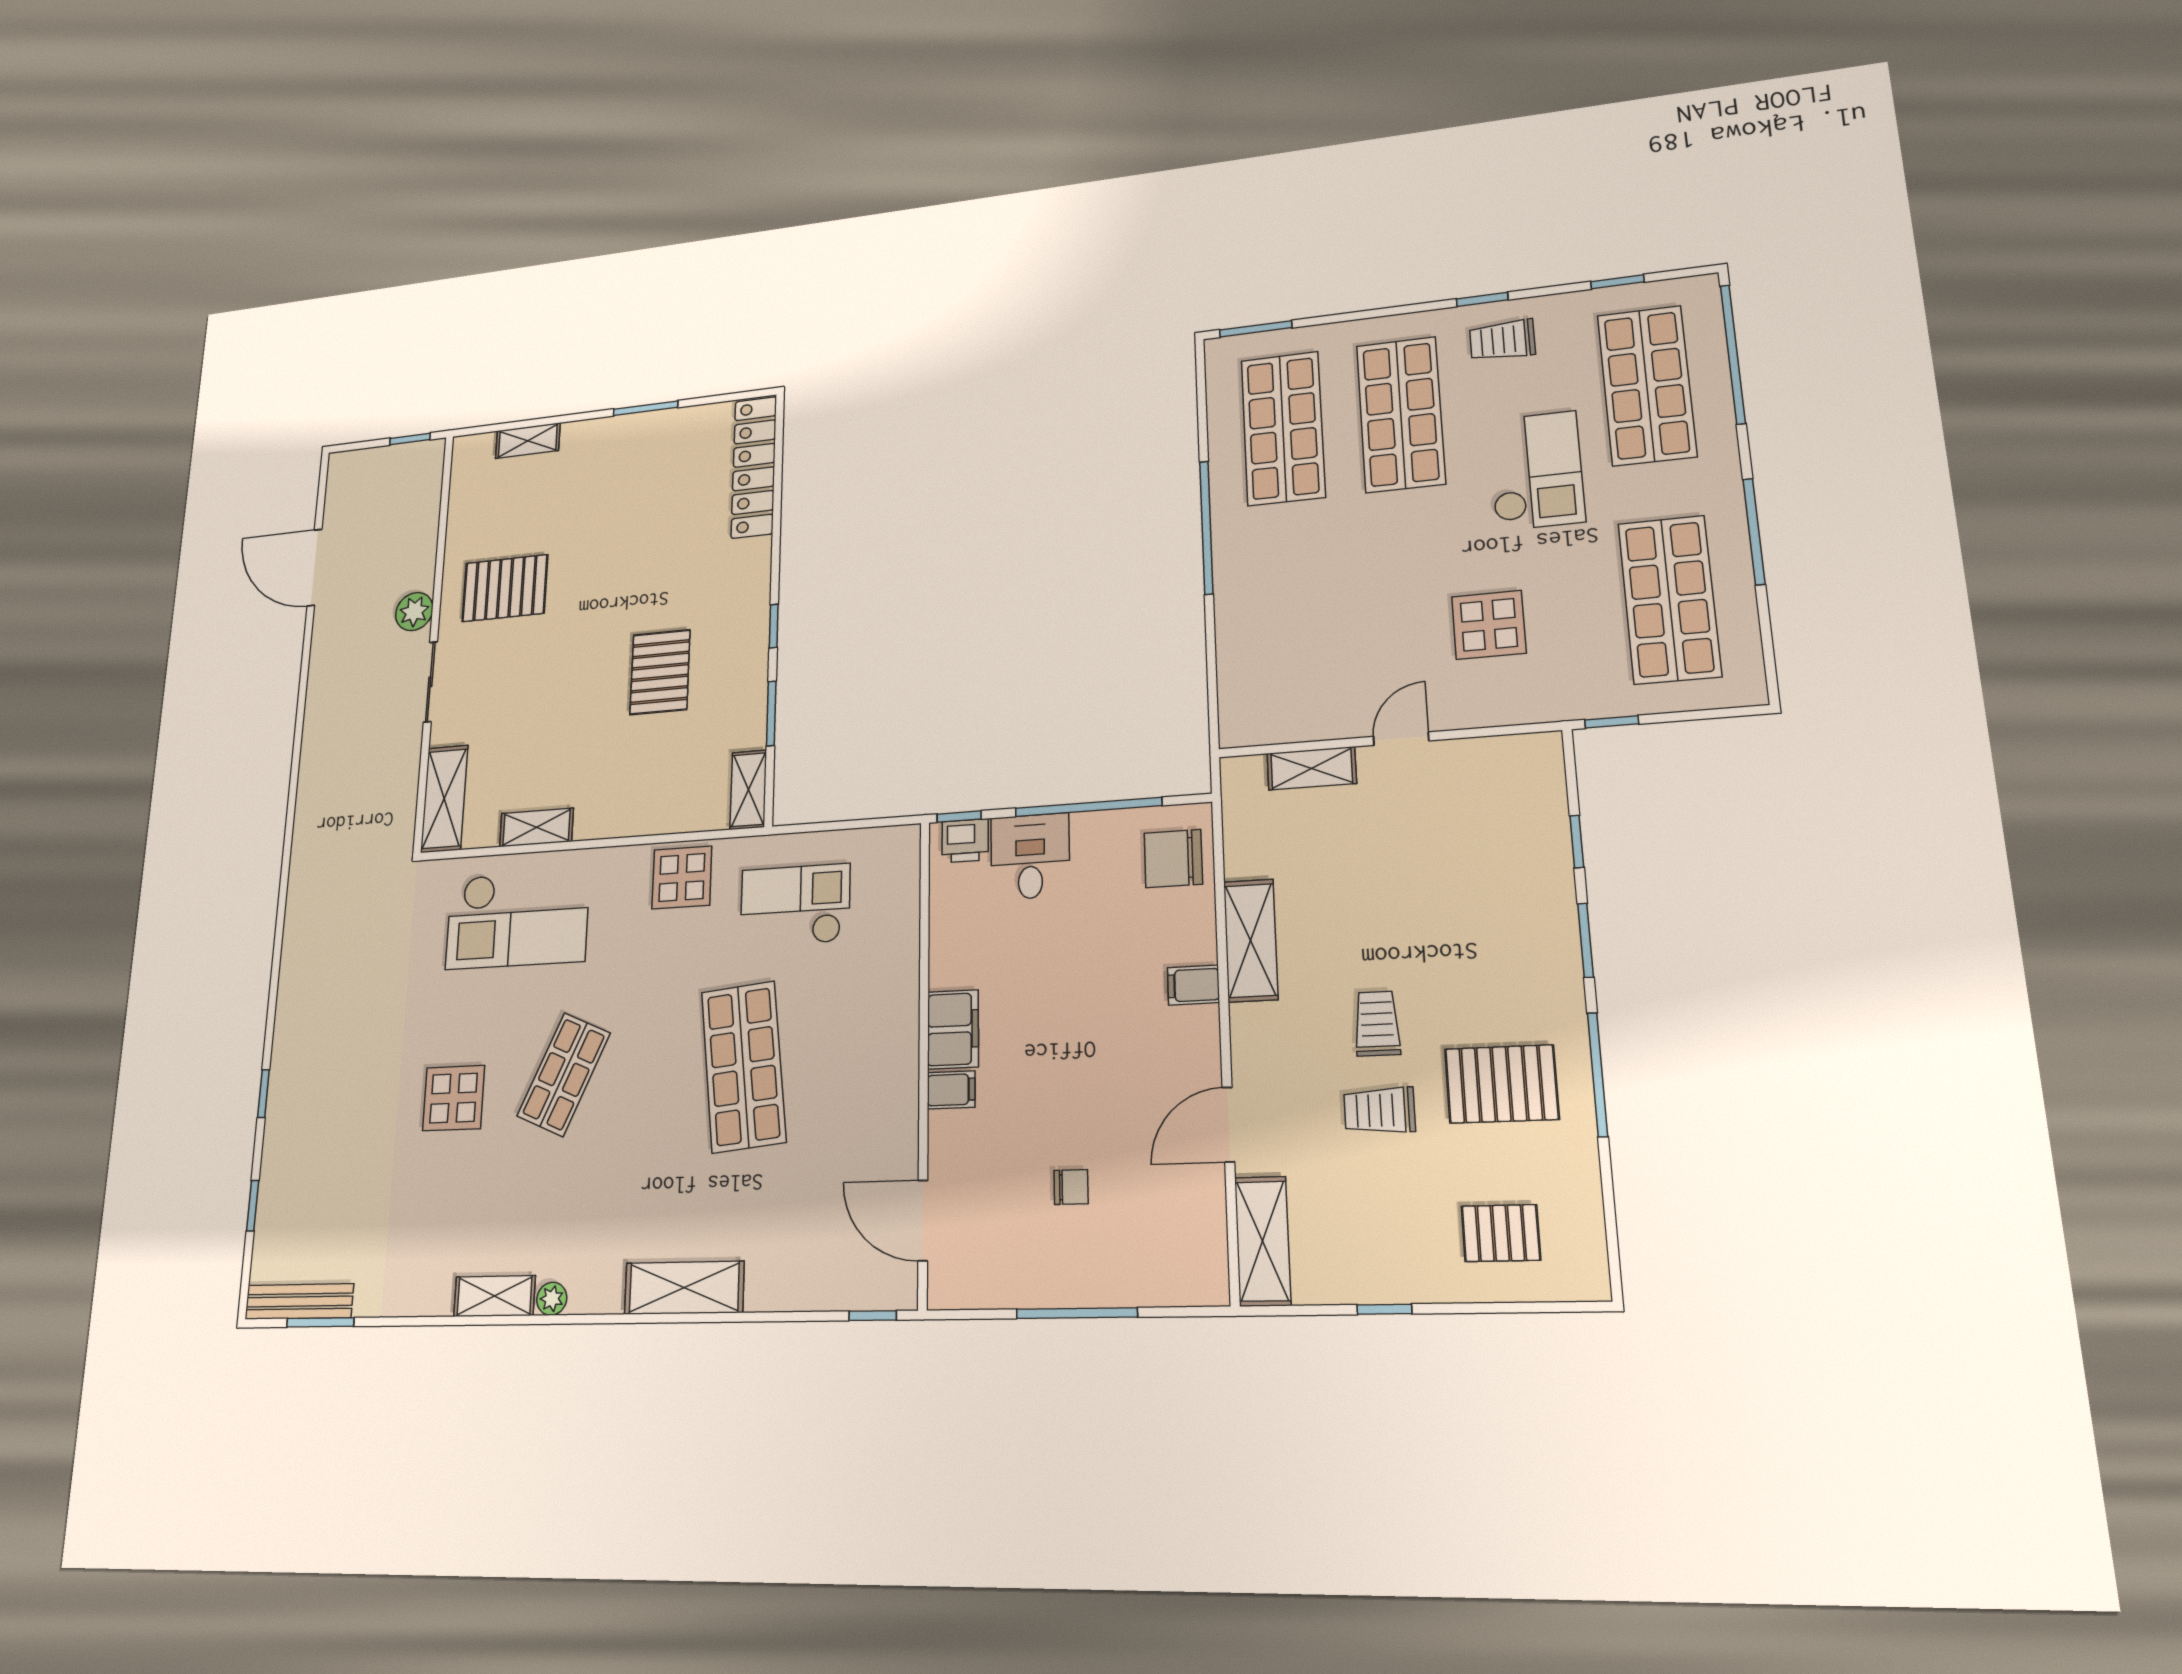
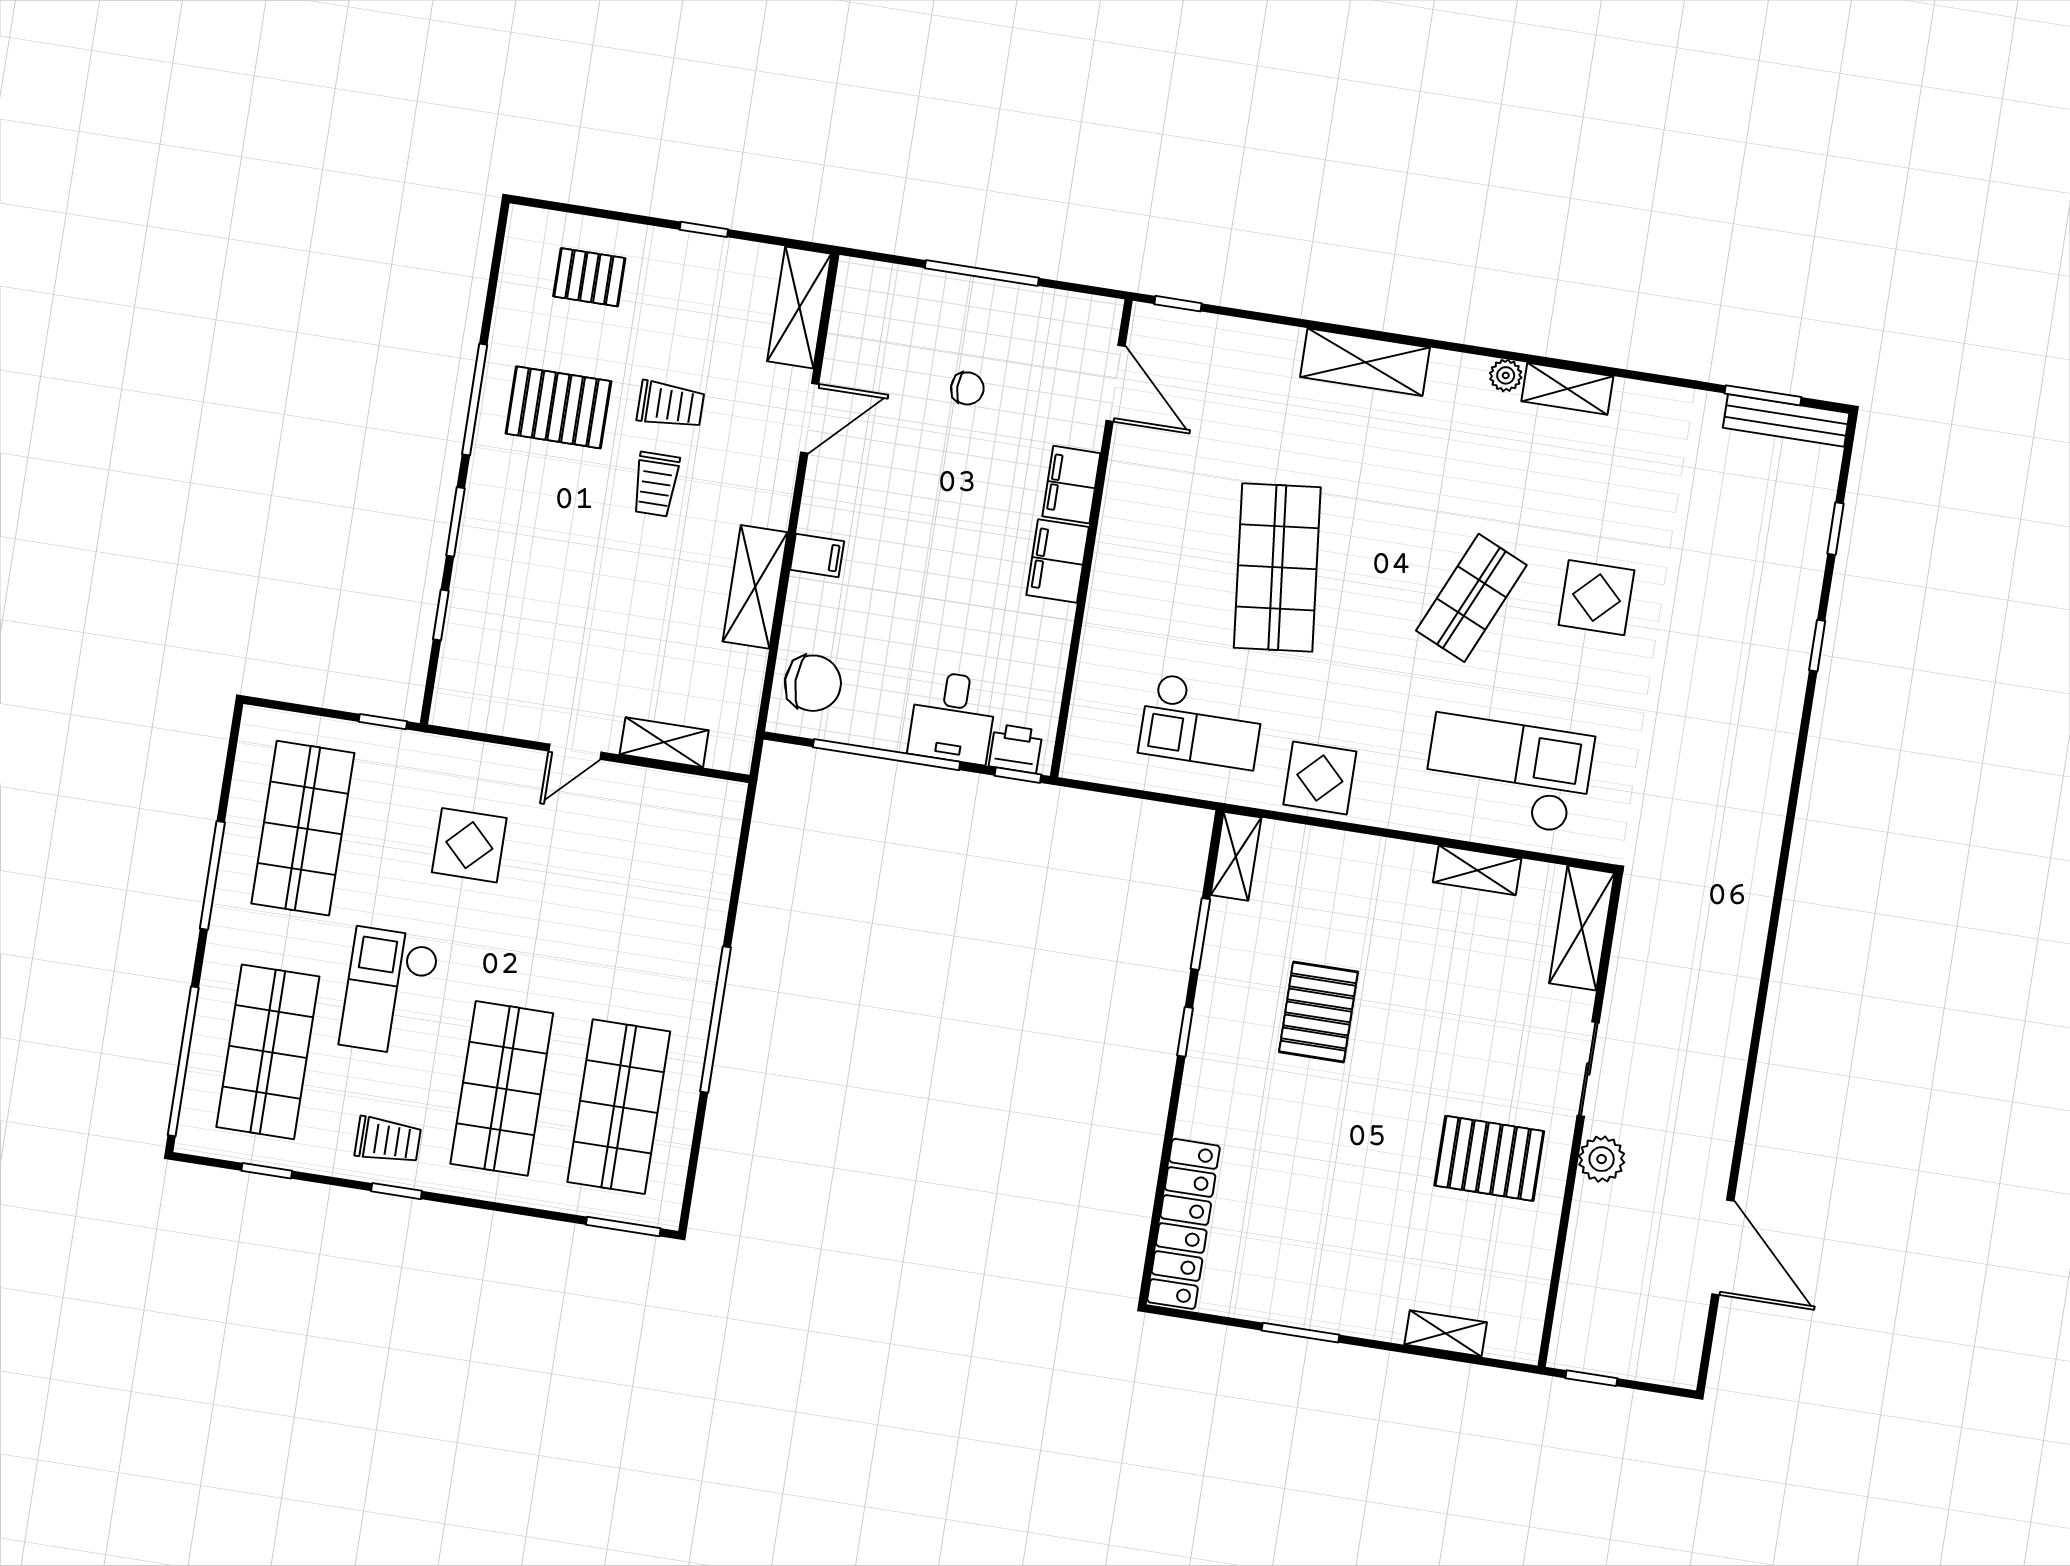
filing cabinet: (951, 1090) -> (1071, 485), width x2.00
chair: (1071, 1187) -> (967, 388), turned 180

